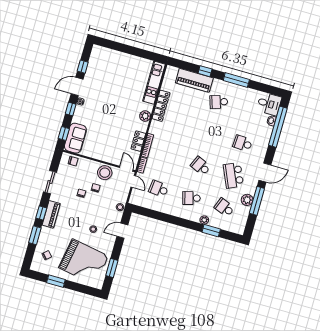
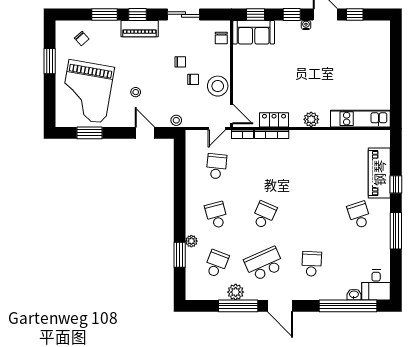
locker: (161, 106) -> (331, 137), removed
door: (126, 169) -> (231, 114), hinge flipped

